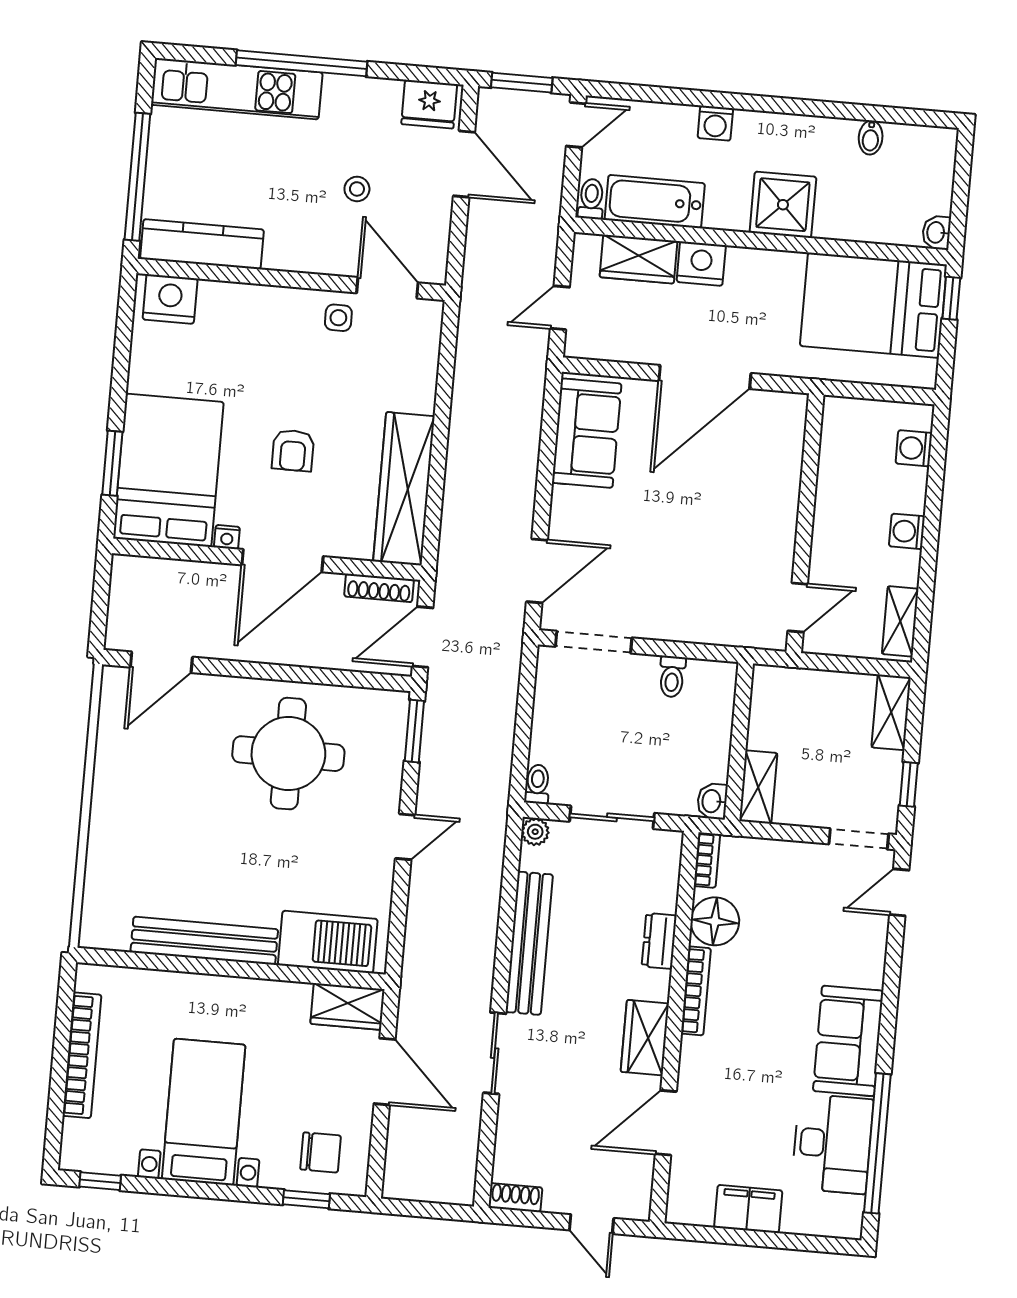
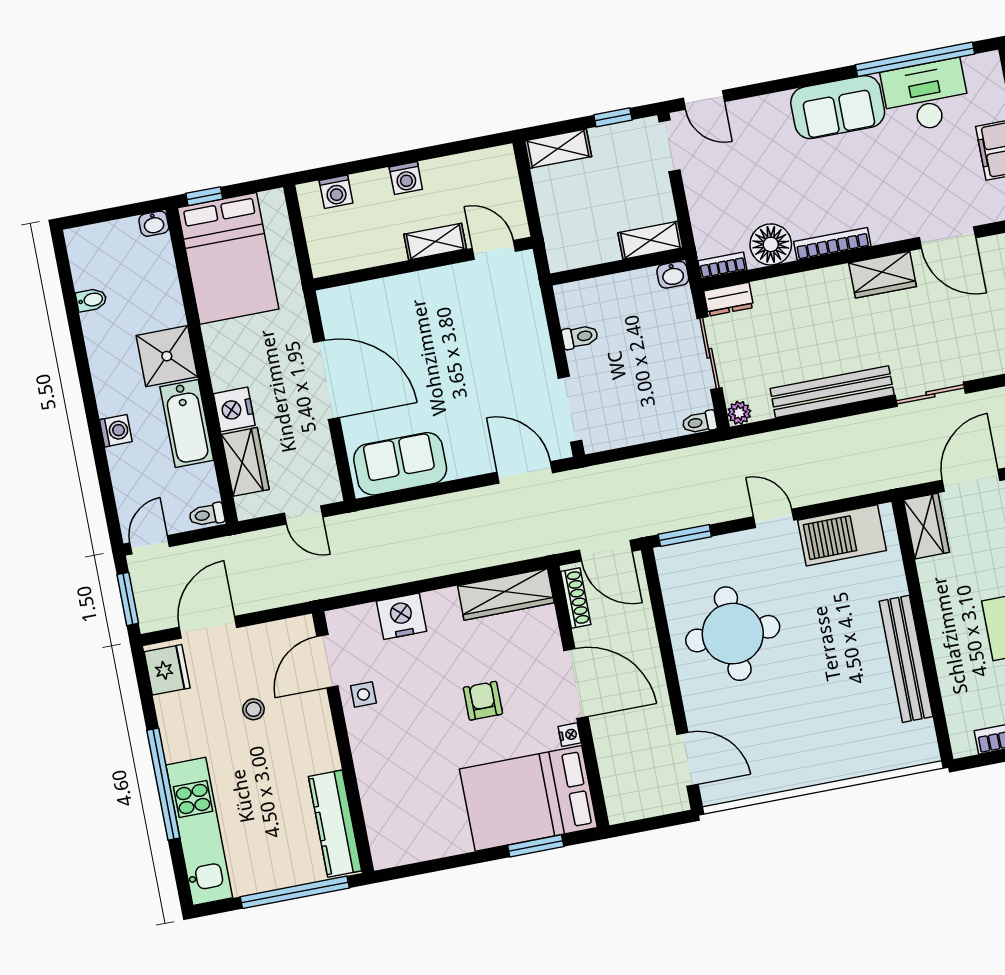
door: (576, 125) -> (150, 545), hinge flipped
bathtub: (655, 202) -> (187, 424), moved
nightstand: (170, 299) -> (401, 616), moved, turned 90
armchair: (293, 450) -> (483, 701), turned -90
wardrobe: (404, 489) -> (506, 594), width x0.71, depth x0.85
shelving: (900, 621) -> (435, 242), moved
dresser: (659, 941) -> (729, 299), moved
barbecue: (328, 942) -> (842, 535), moved, turned -90

